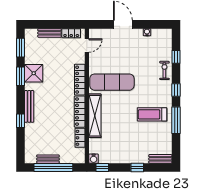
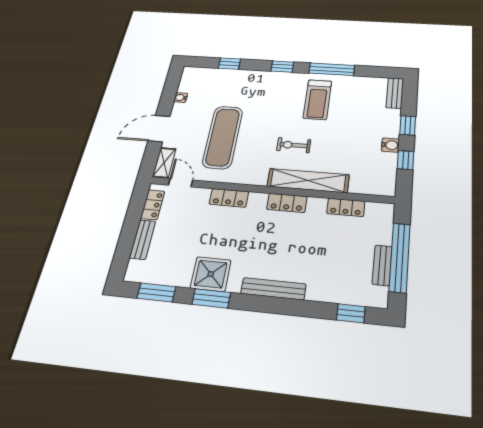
shelving: (99, 33) -> (164, 163), added
exercise bike: (164, 70) -> (294, 145), moved
locker: (80, 80) -> (229, 198), width x0.66
exercise mat: (112, 82) -> (223, 137), moved
locker: (80, 112) -> (287, 203), width x0.66
window: (21, 121) -> (351, 313), moved
water cooler: (94, 159) -> (390, 145), moved
window: (102, 167) -> (406, 160), moved

